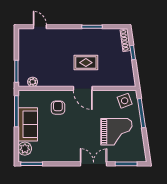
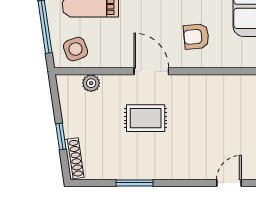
door: (40, 27) -> (229, 183), swing flipped
plant: (33, 82) -> (91, 83), moved
armchair: (58, 108) -> (196, 37), turned 85

